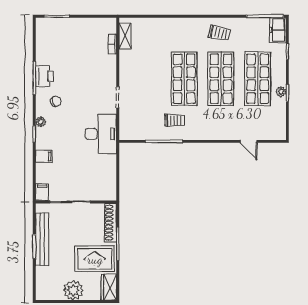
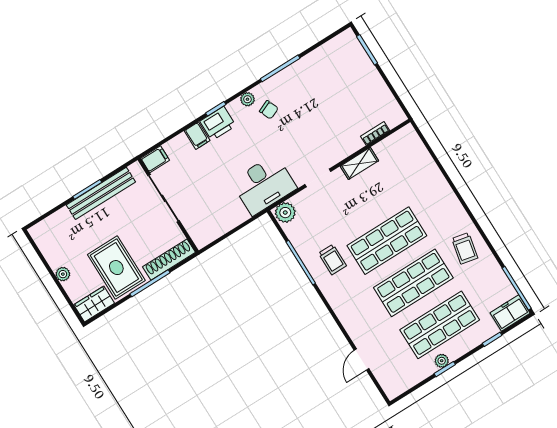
shelving: (125, 36) -> (359, 163), moved
printer: (44, 76) -> (218, 123), moved
plant: (41, 122) -> (247, 99), moved
plant: (127, 131) -> (285, 213), added
plant: (73, 290) -> (63, 274), width x0.53, depth x0.53

